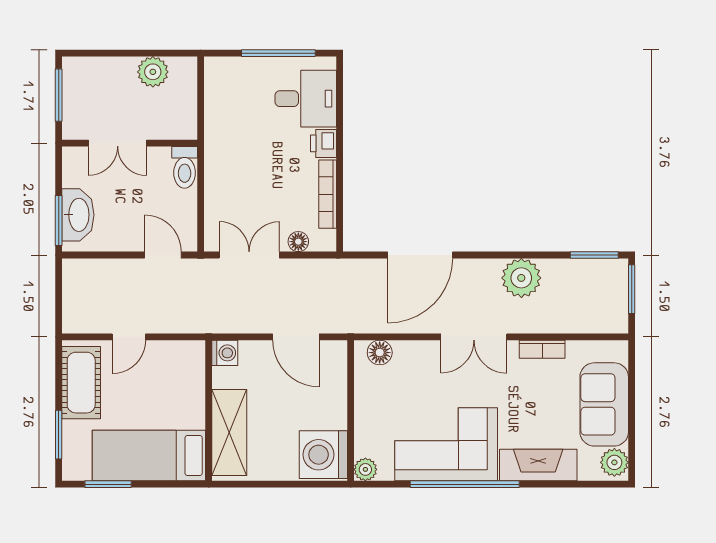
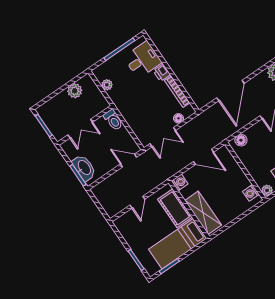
plant: (215, 100) -> (107, 85), added
double door: (249, 255) -> (163, 137), swing flipped
cot: (81, 383) -> (175, 208), moved
washing machine: (323, 455) -> (251, 193), width x0.53, depth x0.53

